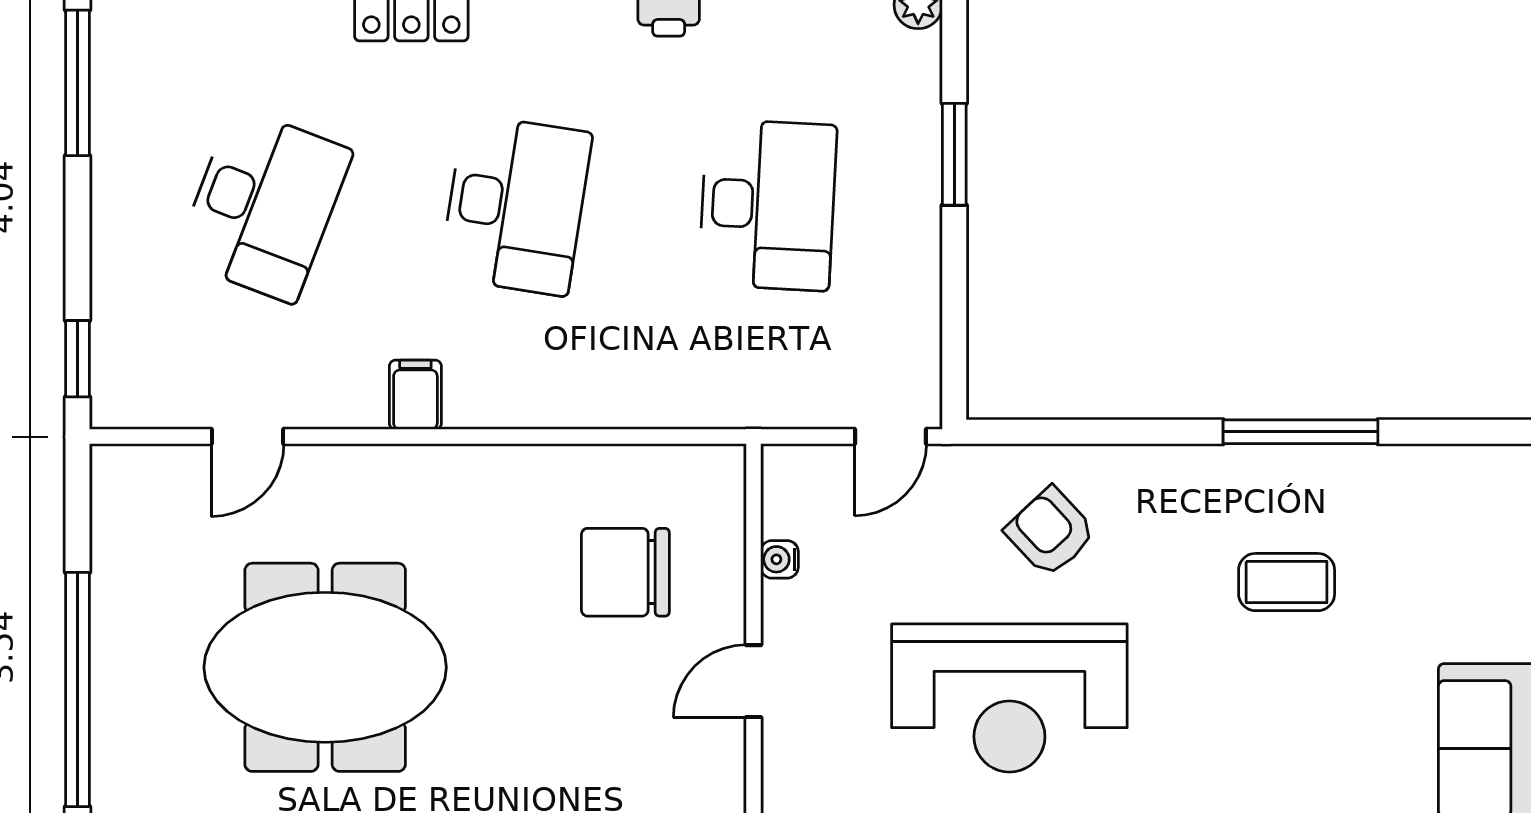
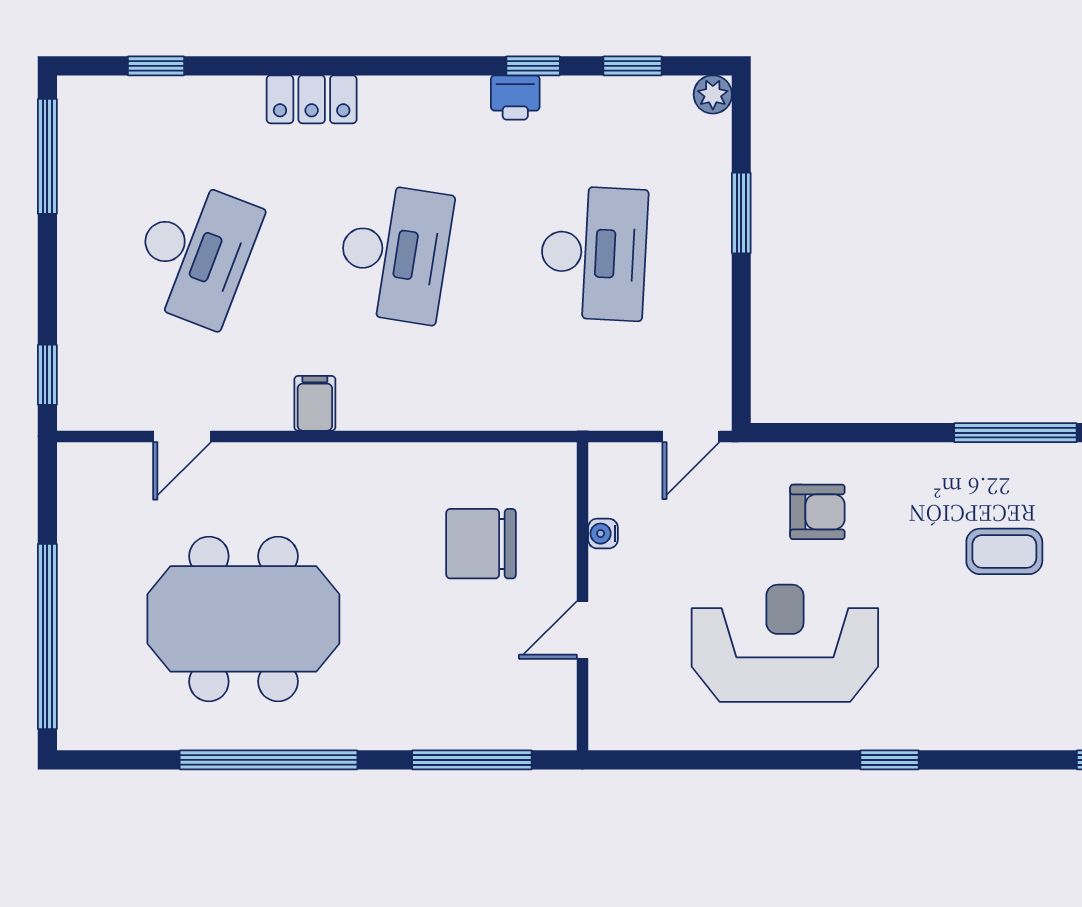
armchair: (1050, 532) -> (817, 512), turned 133
reception desk: (1009, 698) -> (785, 643), turned 180

